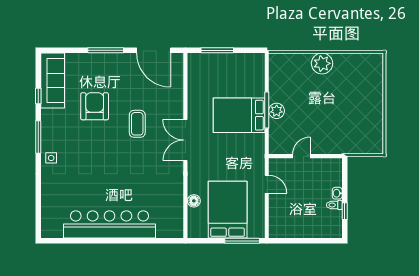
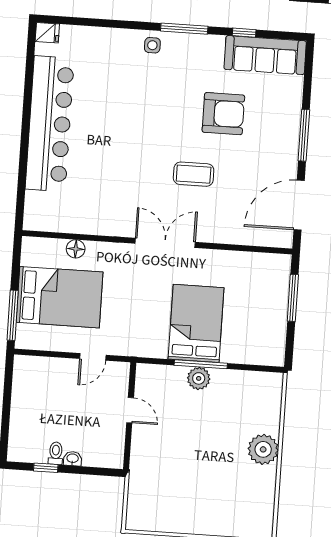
fridge: (48, 230) -> (47, 33), added

